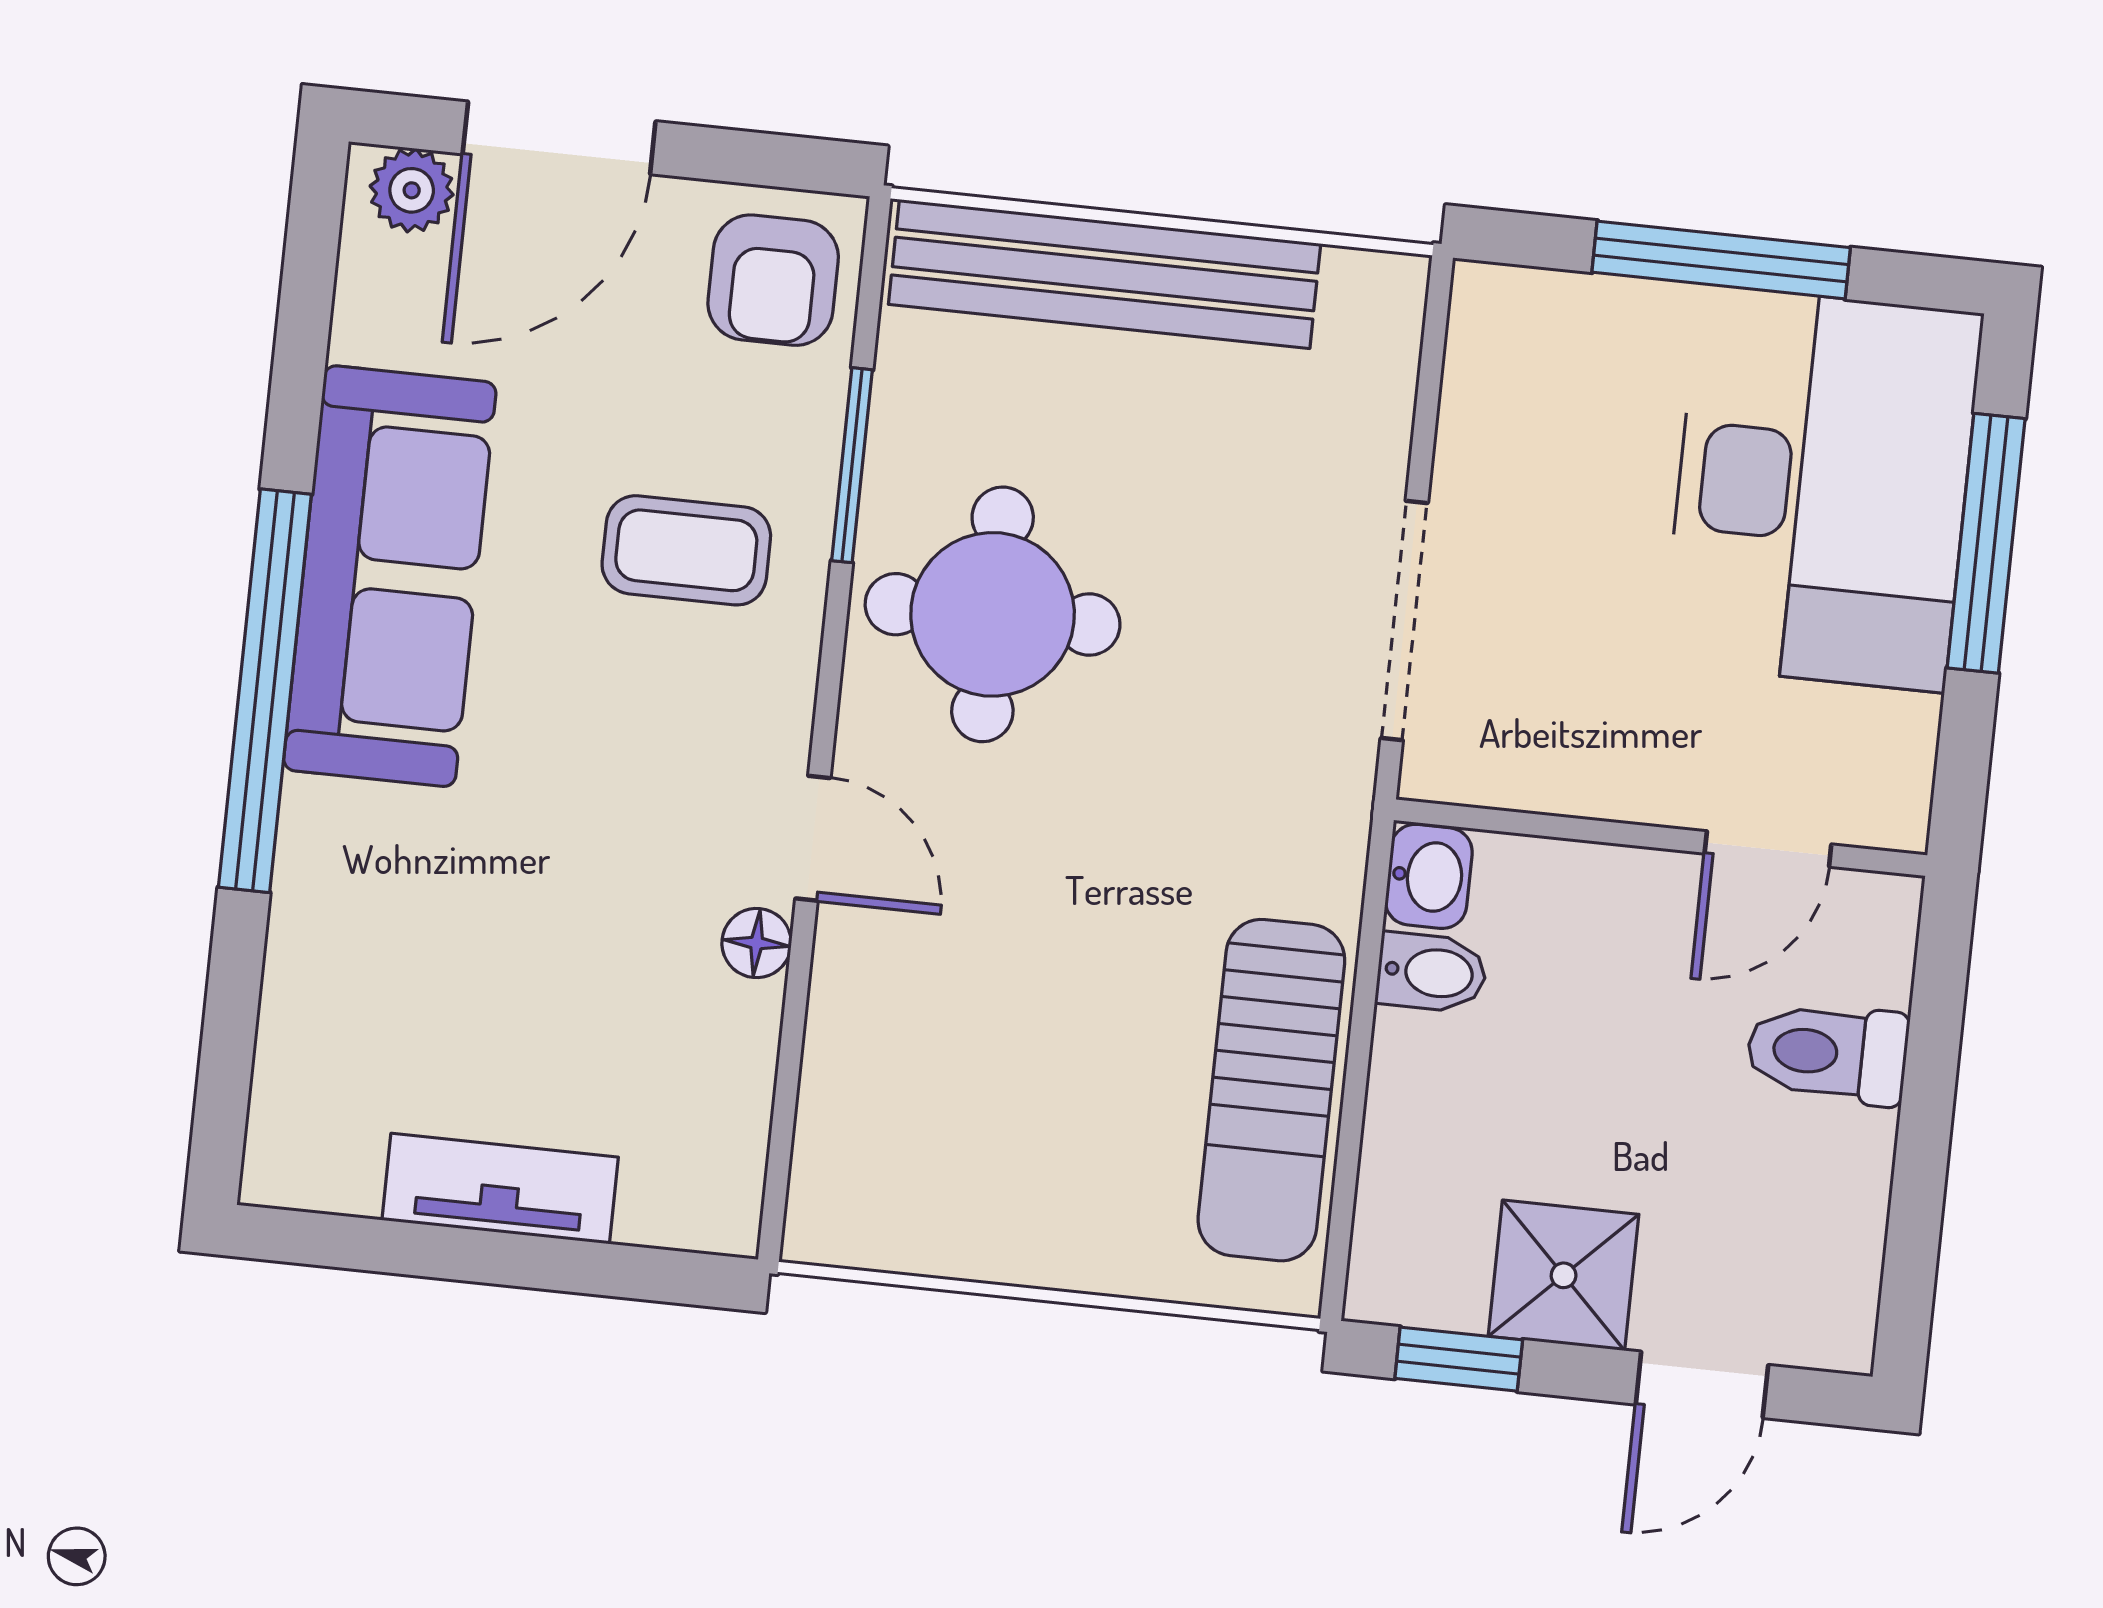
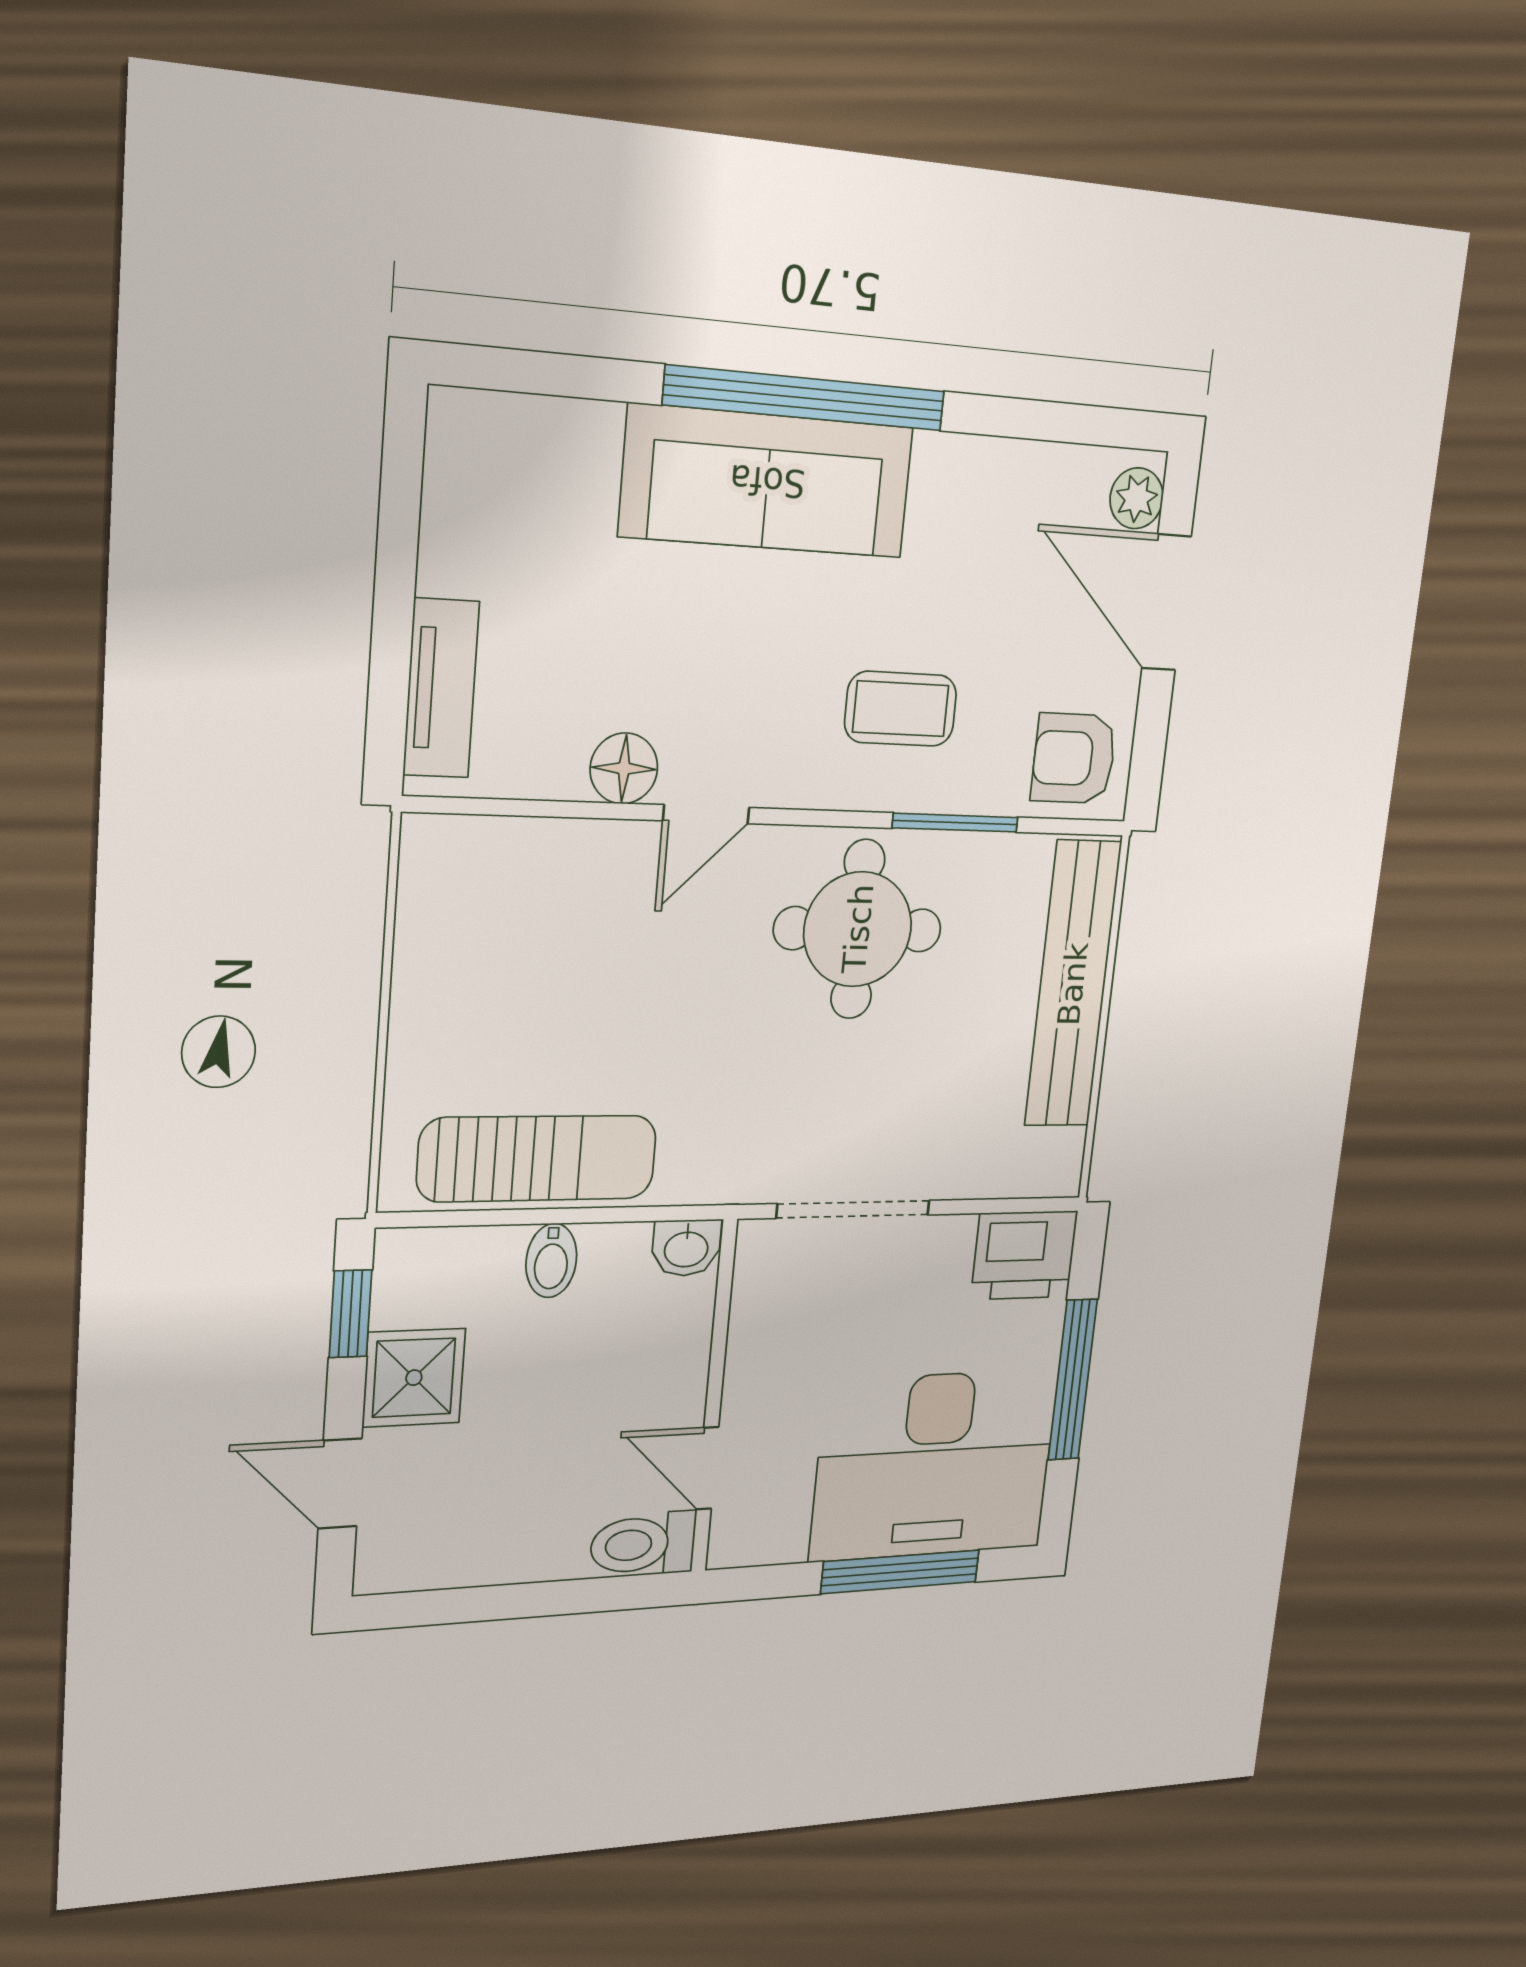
printer: (1511, 345) -> (1024, 1255), added
coffee table: (686, 550) -> (901, 709), turned 90
sofa: (390, 576) -> (767, 481), moved
floor lamp: (757, 943) -> (624, 768), width x1.37, depth x1.37
bidet: (1432, 972) -> (551, 1260), moved
toilet: (1827, 1053) -> (643, 1544), moved, turned -90
sun lounger: (1271, 1090) -> (538, 1158), turned 180
tv unit: (500, 1189) -> (441, 688), moved

